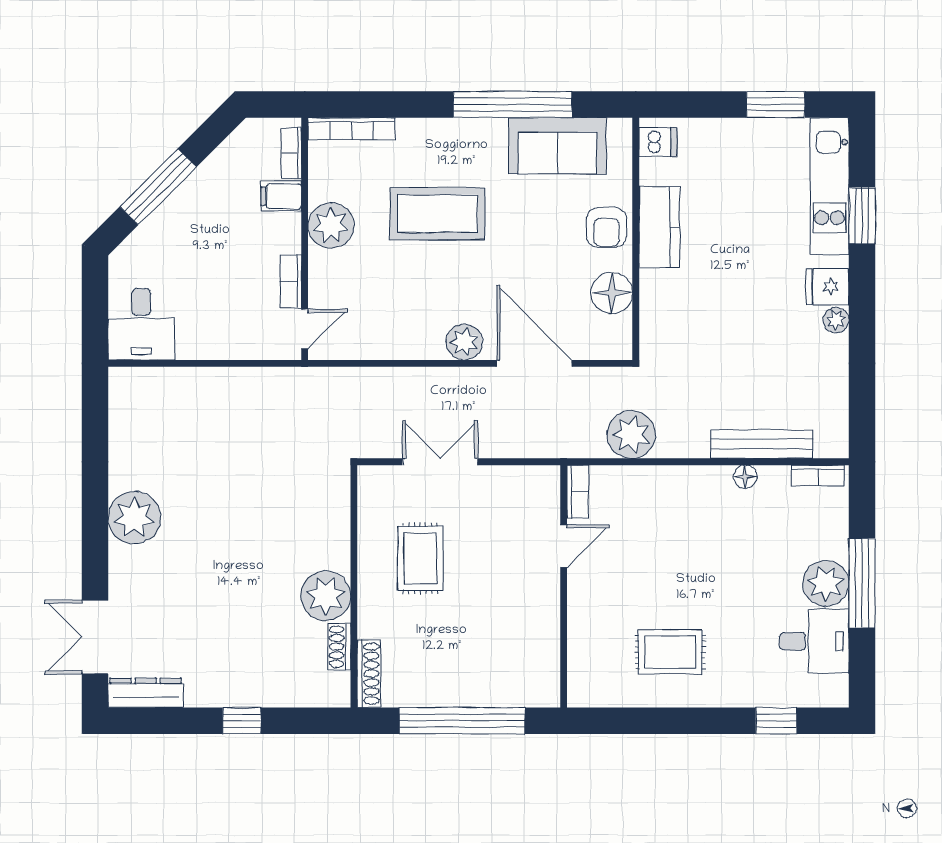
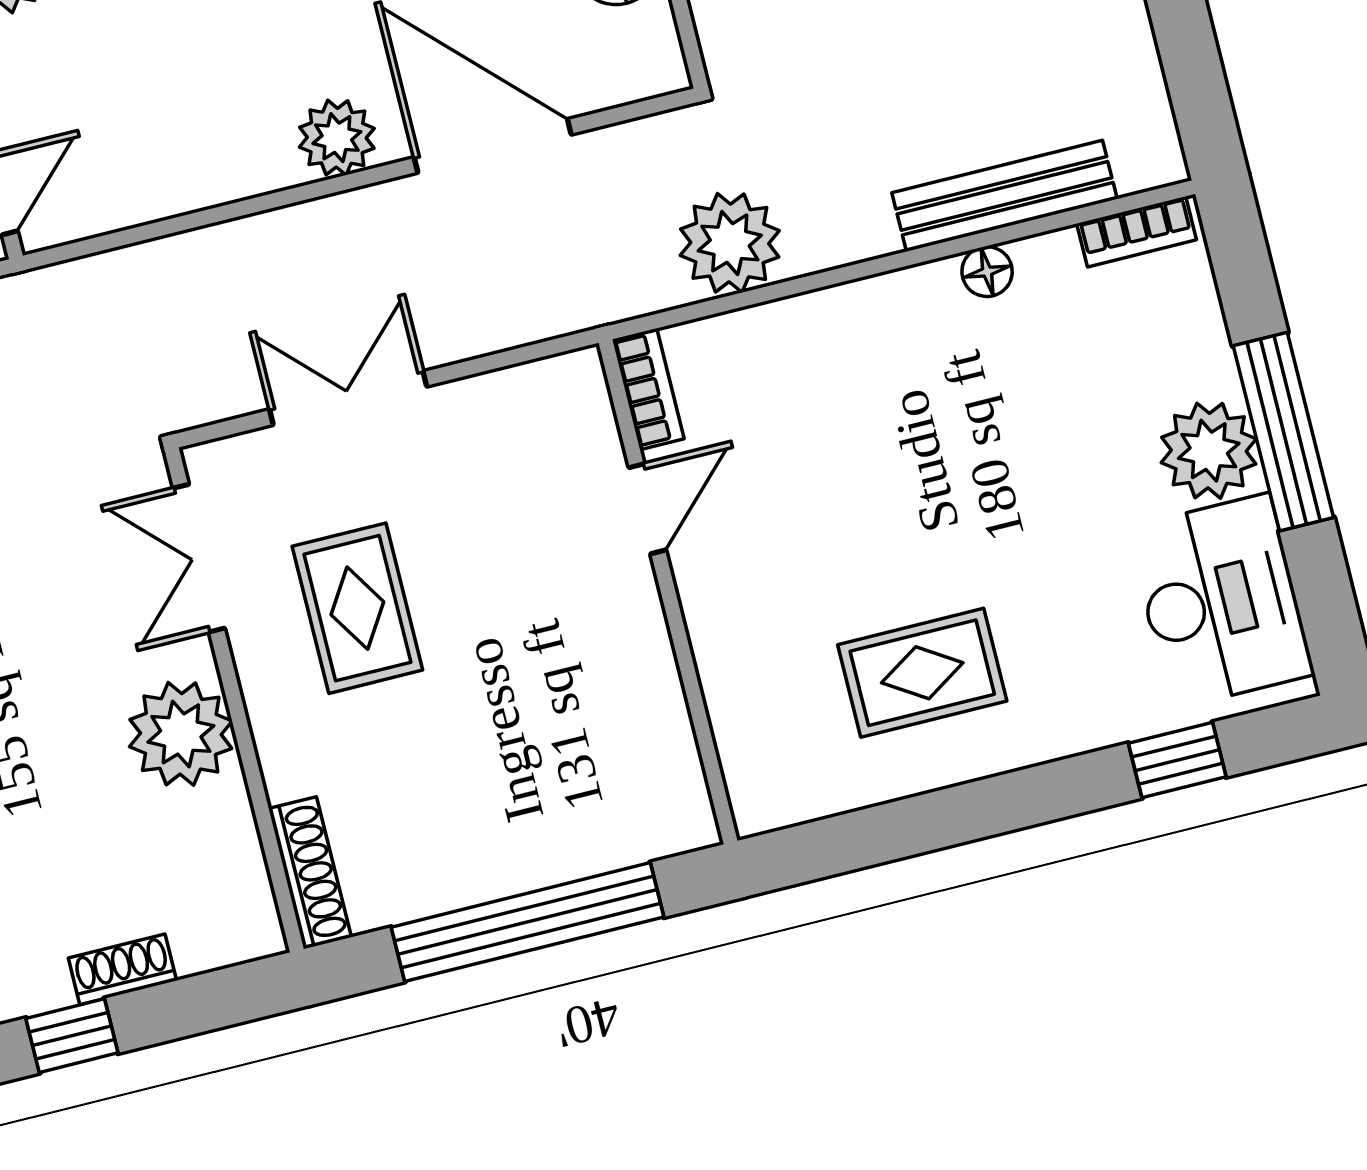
double door: (354, 518) -> (199, 558), added
desk: (814, 641) -> (1221, 601), width x1.37
shoe rack: (339, 647) -> (122, 969), moved, turned 90

